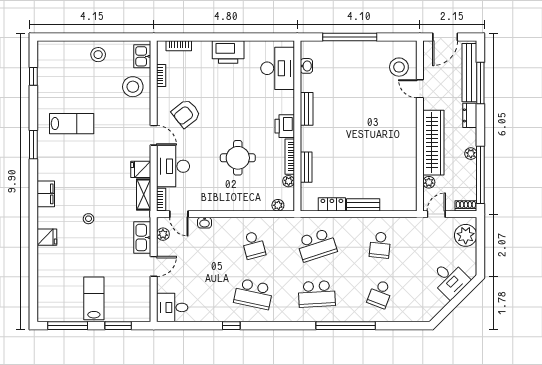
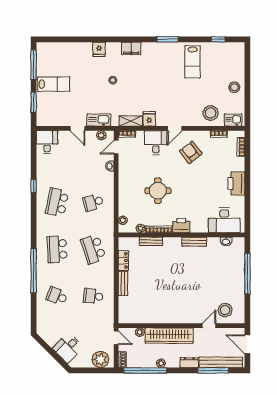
lab bench: (72, 124) -> (192, 62), moved
desk: (173, 166) -> (156, 143), width x0.73

